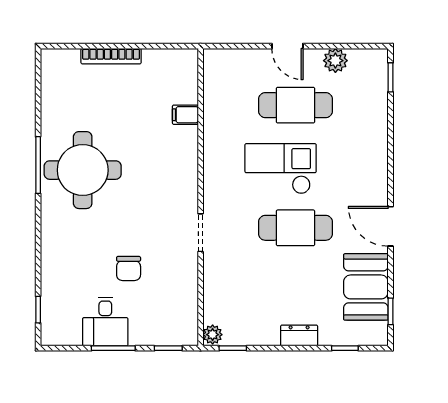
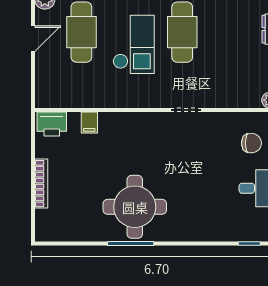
printer: (184, 69) -> (52, 124), added
checkout: (281, 169) -> (134, 44), turned 180
chair: (129, 268) -> (251, 143), moved

